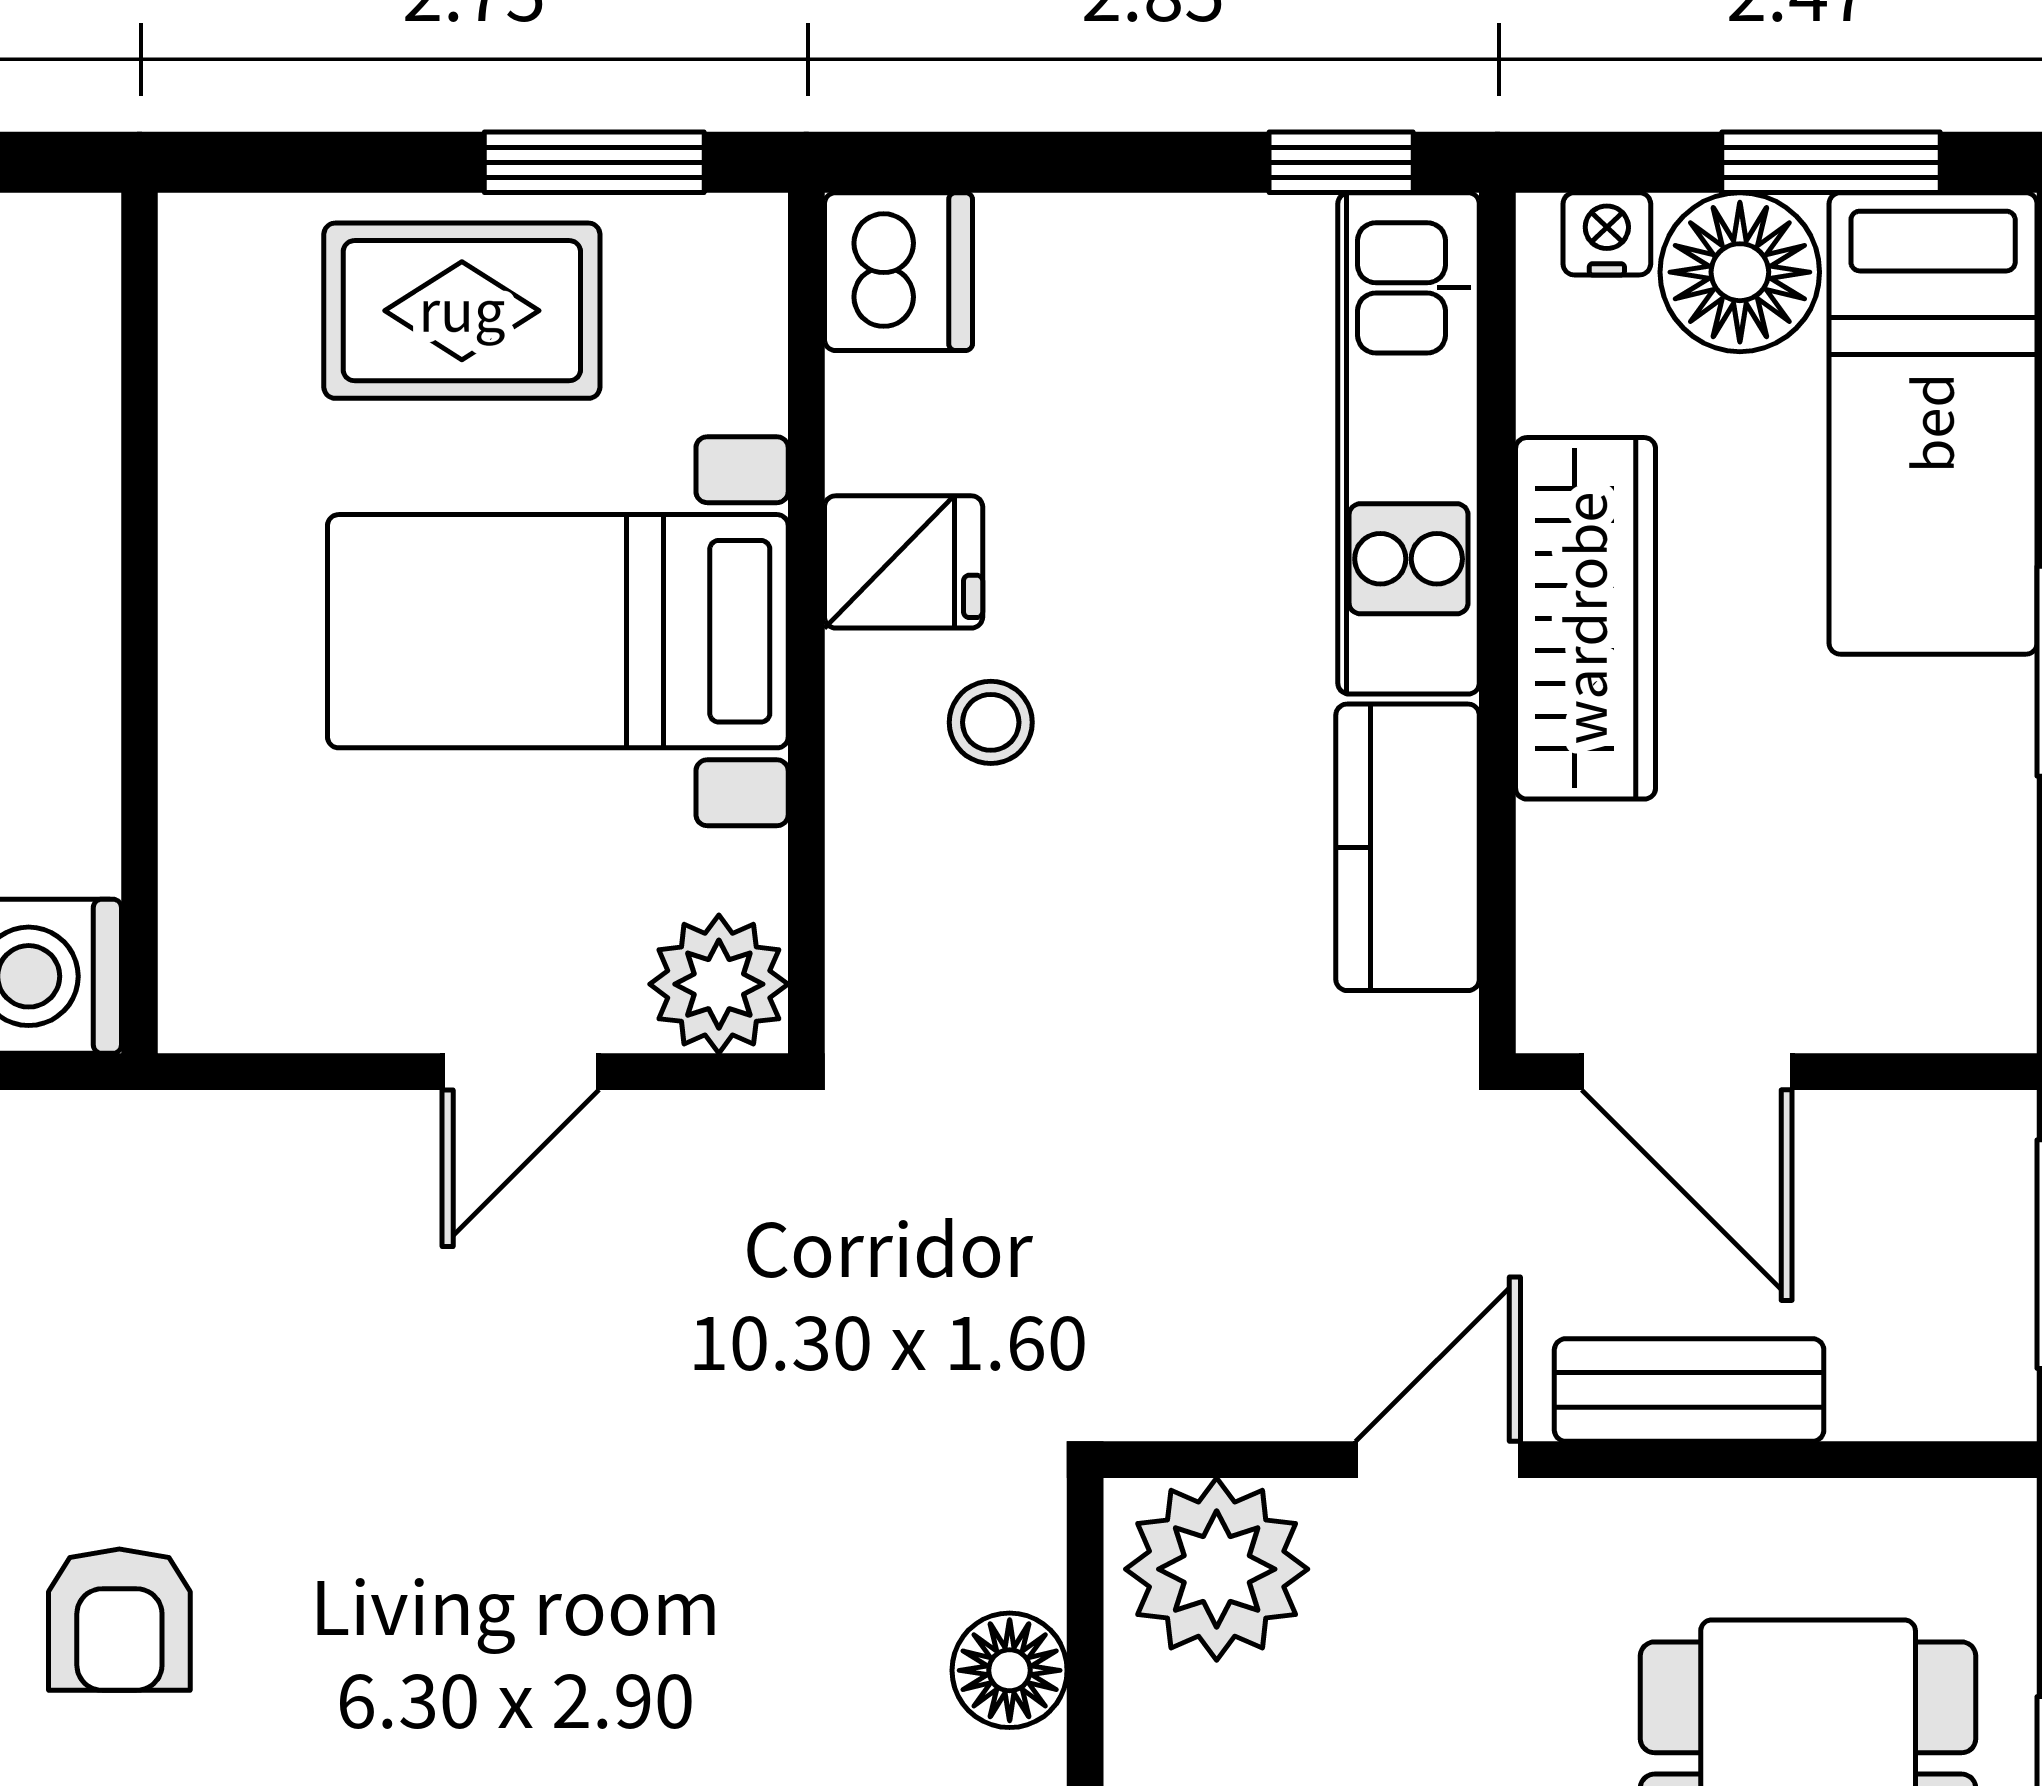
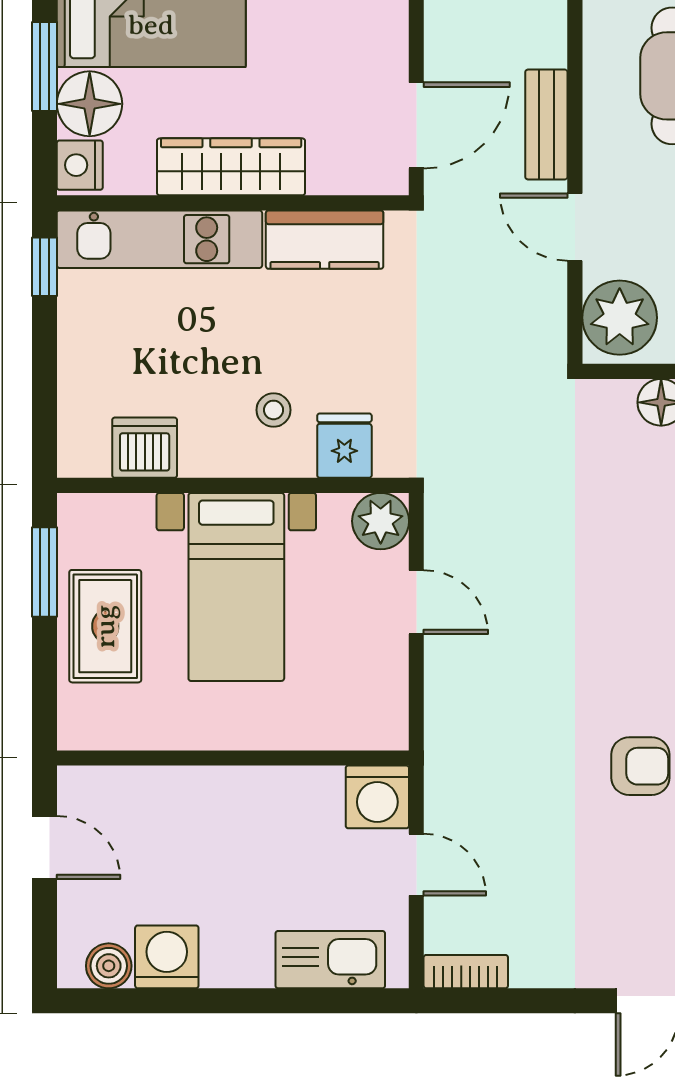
nightstand: (1607, 234) -> (80, 165), width x1.39, depth x1.35
dishwasher: (898, 272) -> (145, 448), moved
fridge: (904, 562) -> (344, 446), moved

